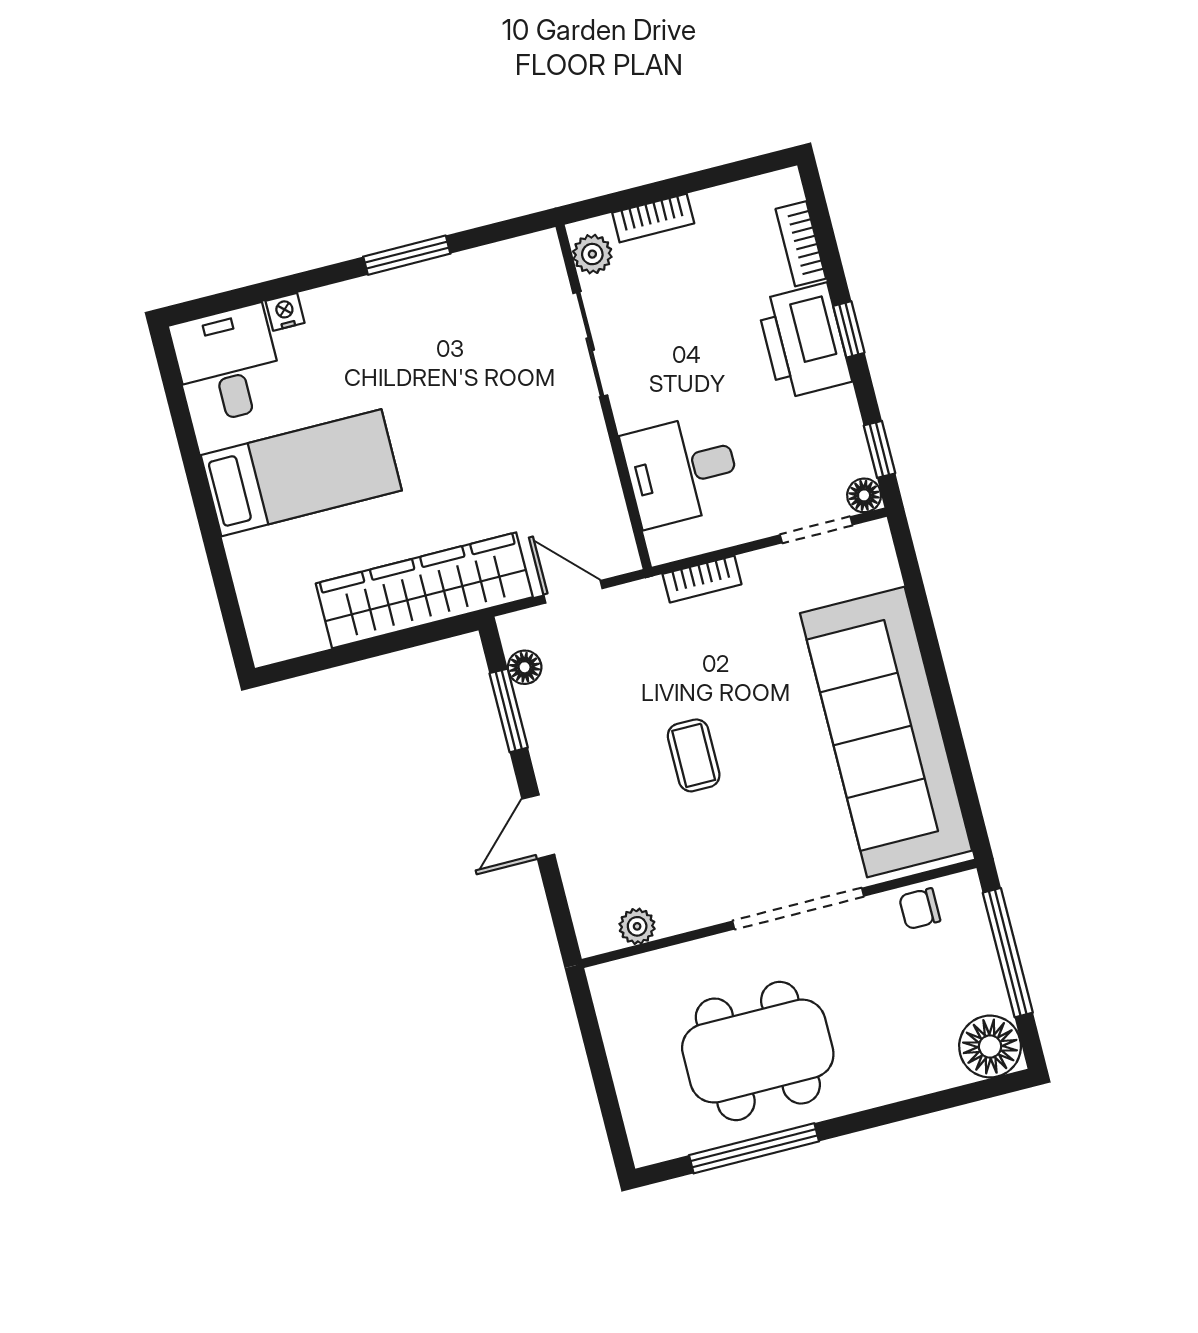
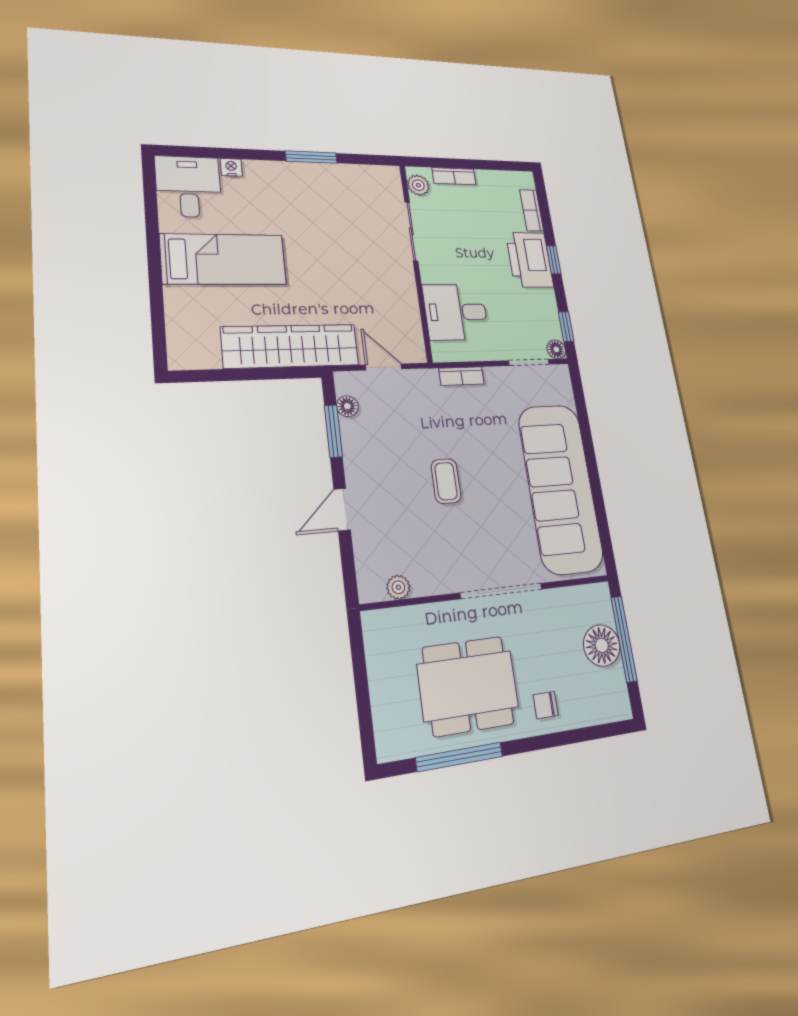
chair: (920, 909) -> (546, 705), moved
floor lamp: (990, 1046) -> (602, 645), moved

